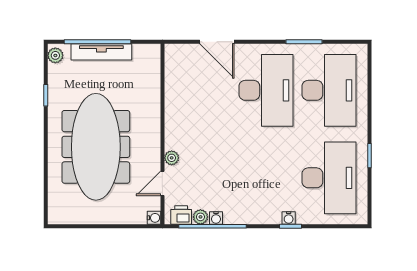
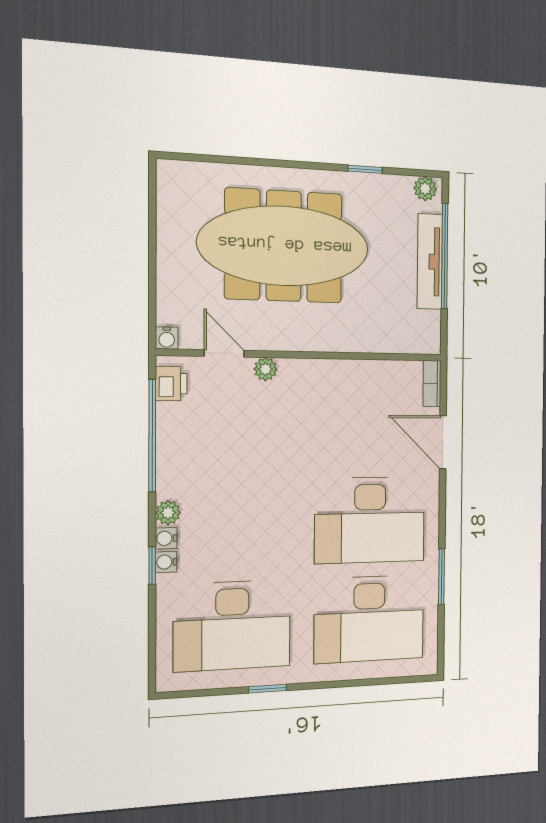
door: (217, 42) -> (443, 442), hinge flipped
bookcase: (179, 50) -> (432, 383), added
plant: (200, 217) -> (168, 513), moved
water cooler: (216, 218) -> (166, 538), moved

